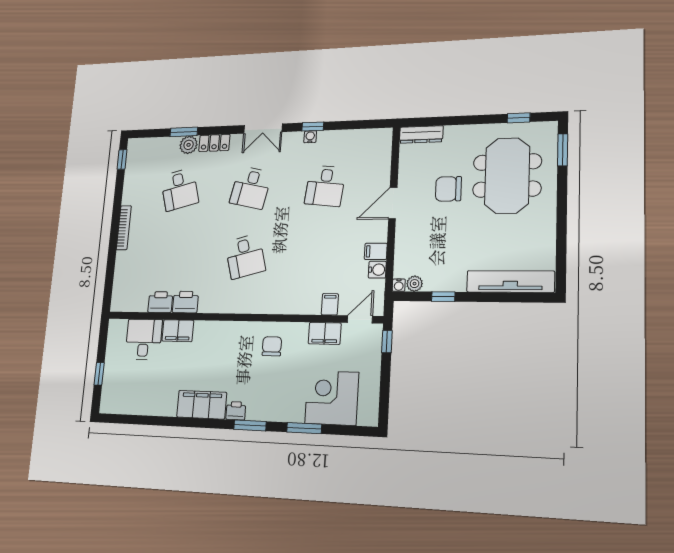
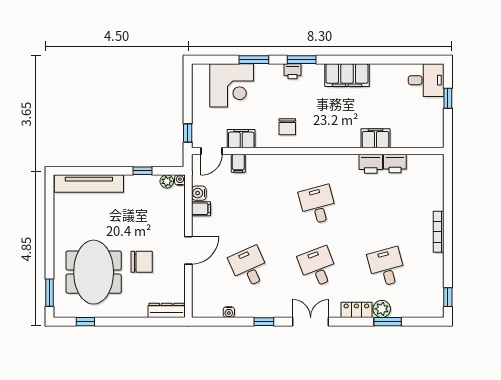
water cooler: (310, 137) -> (229, 312), moved
desk: (325, 186) -> (249, 267), turned -30
desk: (251, 188) -> (318, 267), turned -33
desk: (144, 339) -> (426, 80), moved, turned -90
printer: (236, 411) -> (293, 71), moved

